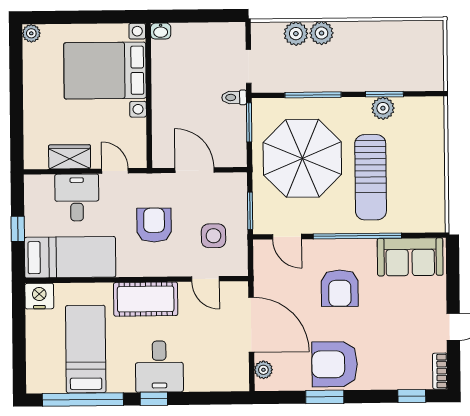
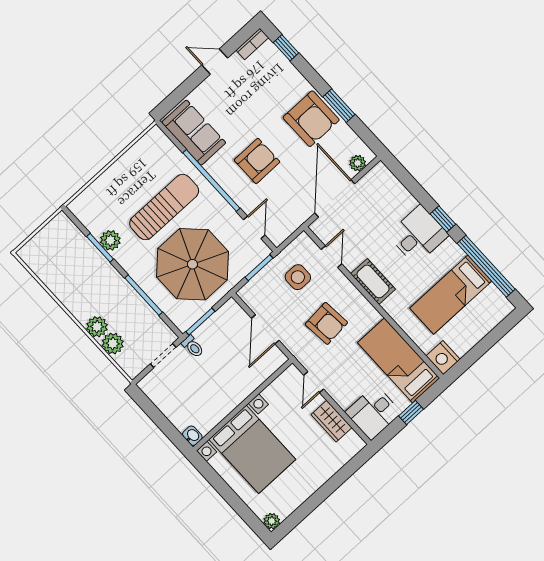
desk: (77, 197) -> (373, 412), moved
armchair: (154, 225) -> (326, 323), turned -95
cot: (146, 299) -> (373, 281), width x0.73, depth x0.75

